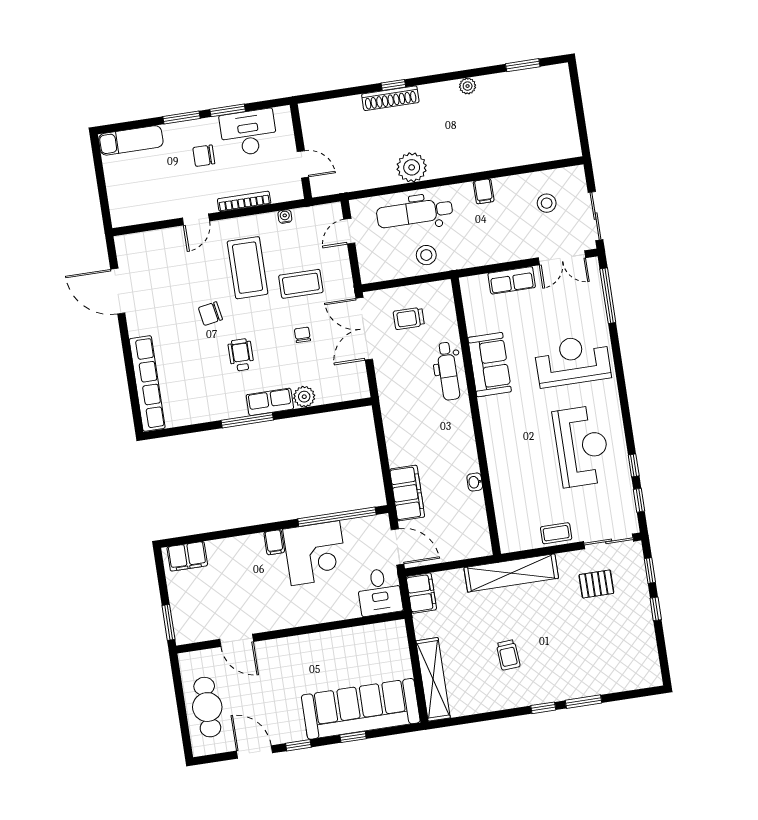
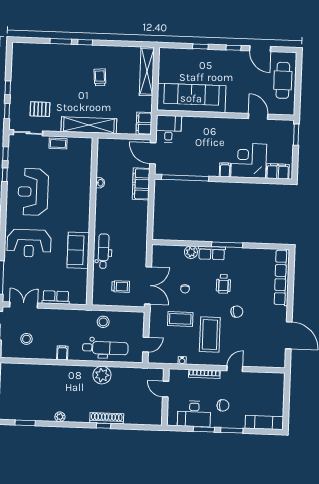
corner desk: (315, 553) -> (249, 161), moved
sofa: (361, 709) -> (191, 98), moved, turned 180

